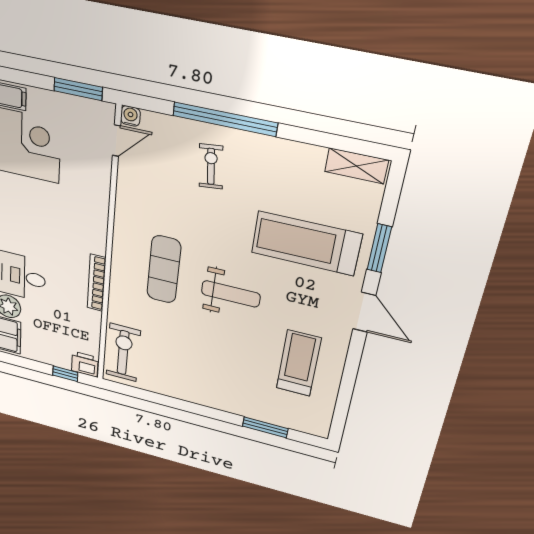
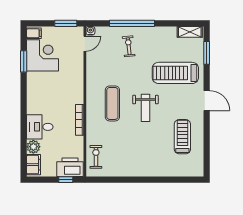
window: (379, 248) -> (207, 53), moved
weight bench: (231, 294) -> (145, 108), turned 90
exercise bike: (123, 353) -> (96, 157), width x0.73, depth x0.72
printer: (85, 364) -> (70, 167), width x1.87, depth x1.48
window: (265, 427) -> (172, 180), removed

